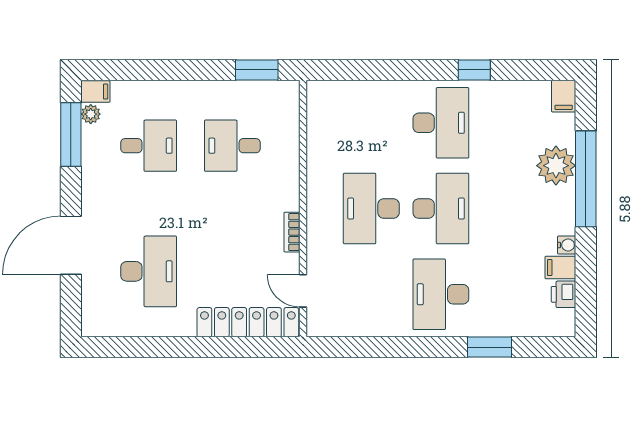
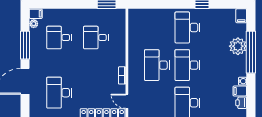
desk: (441, 123) -> (187, 27), turned 180
window: (71, 135) -> (25, 45), moved
desk: (149, 146) -> (59, 38), turned 180
desk: (441, 209) -> (187, 65), turned 180
desk: (149, 271) -> (59, 93), turned 180

